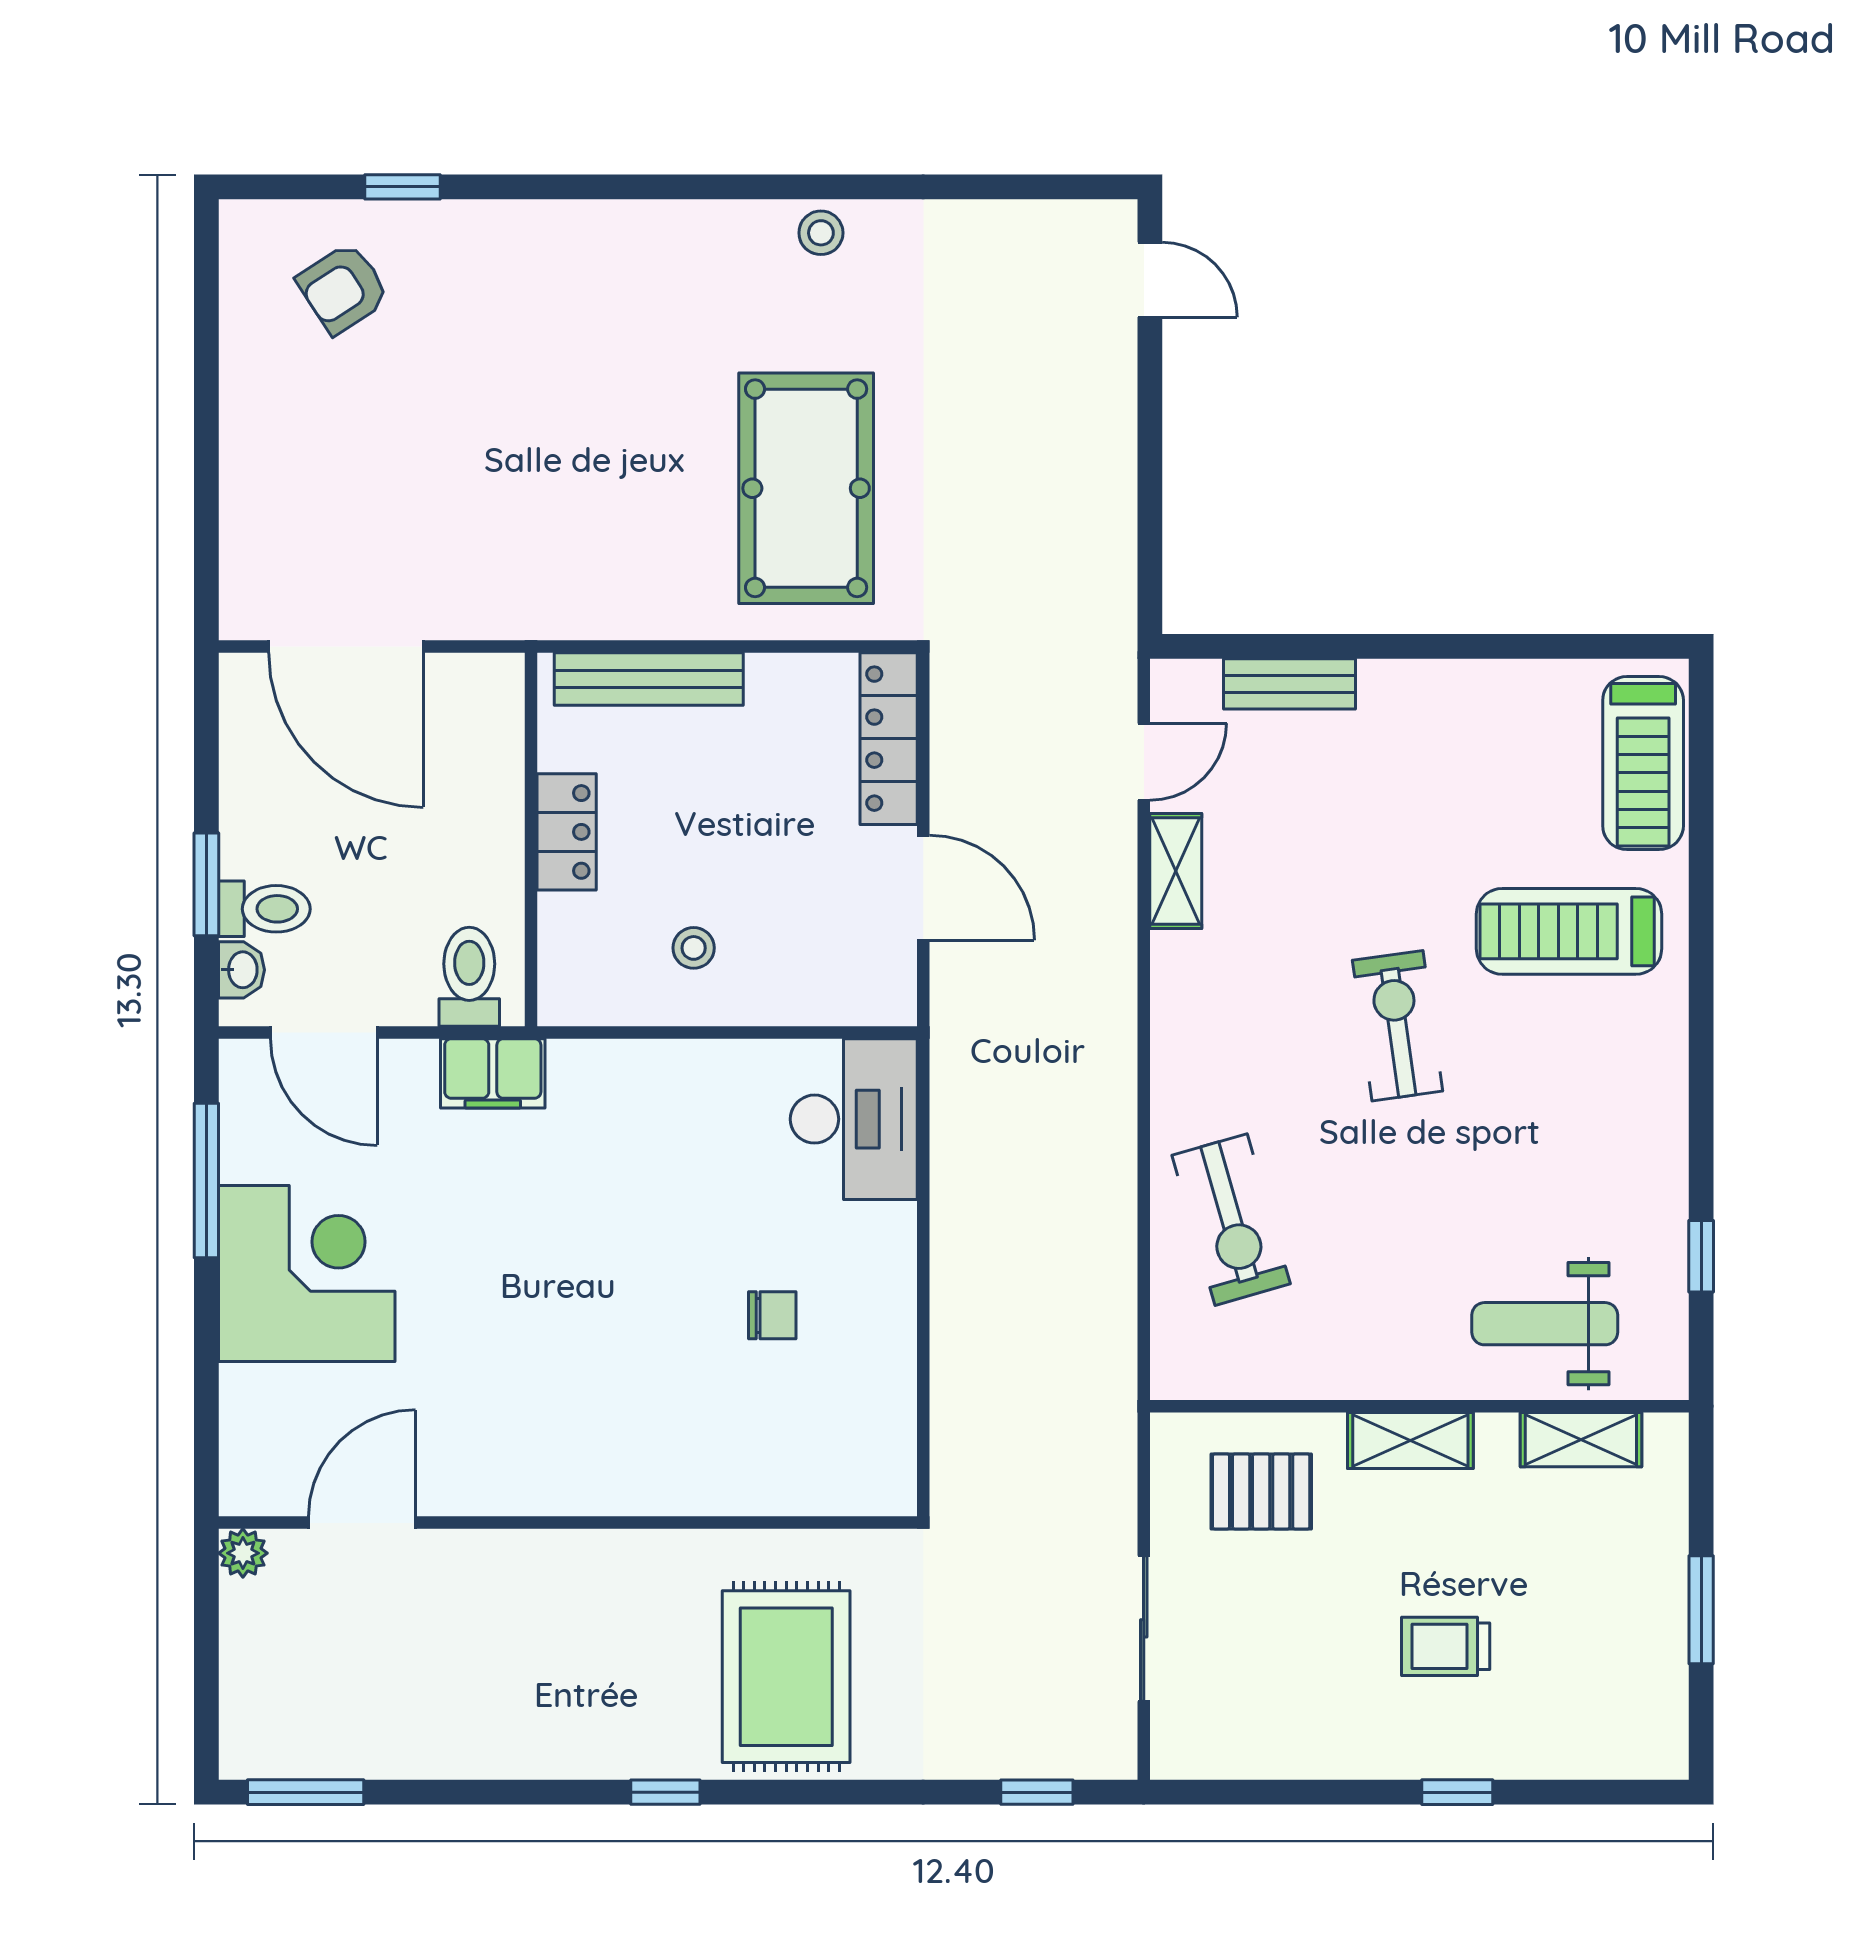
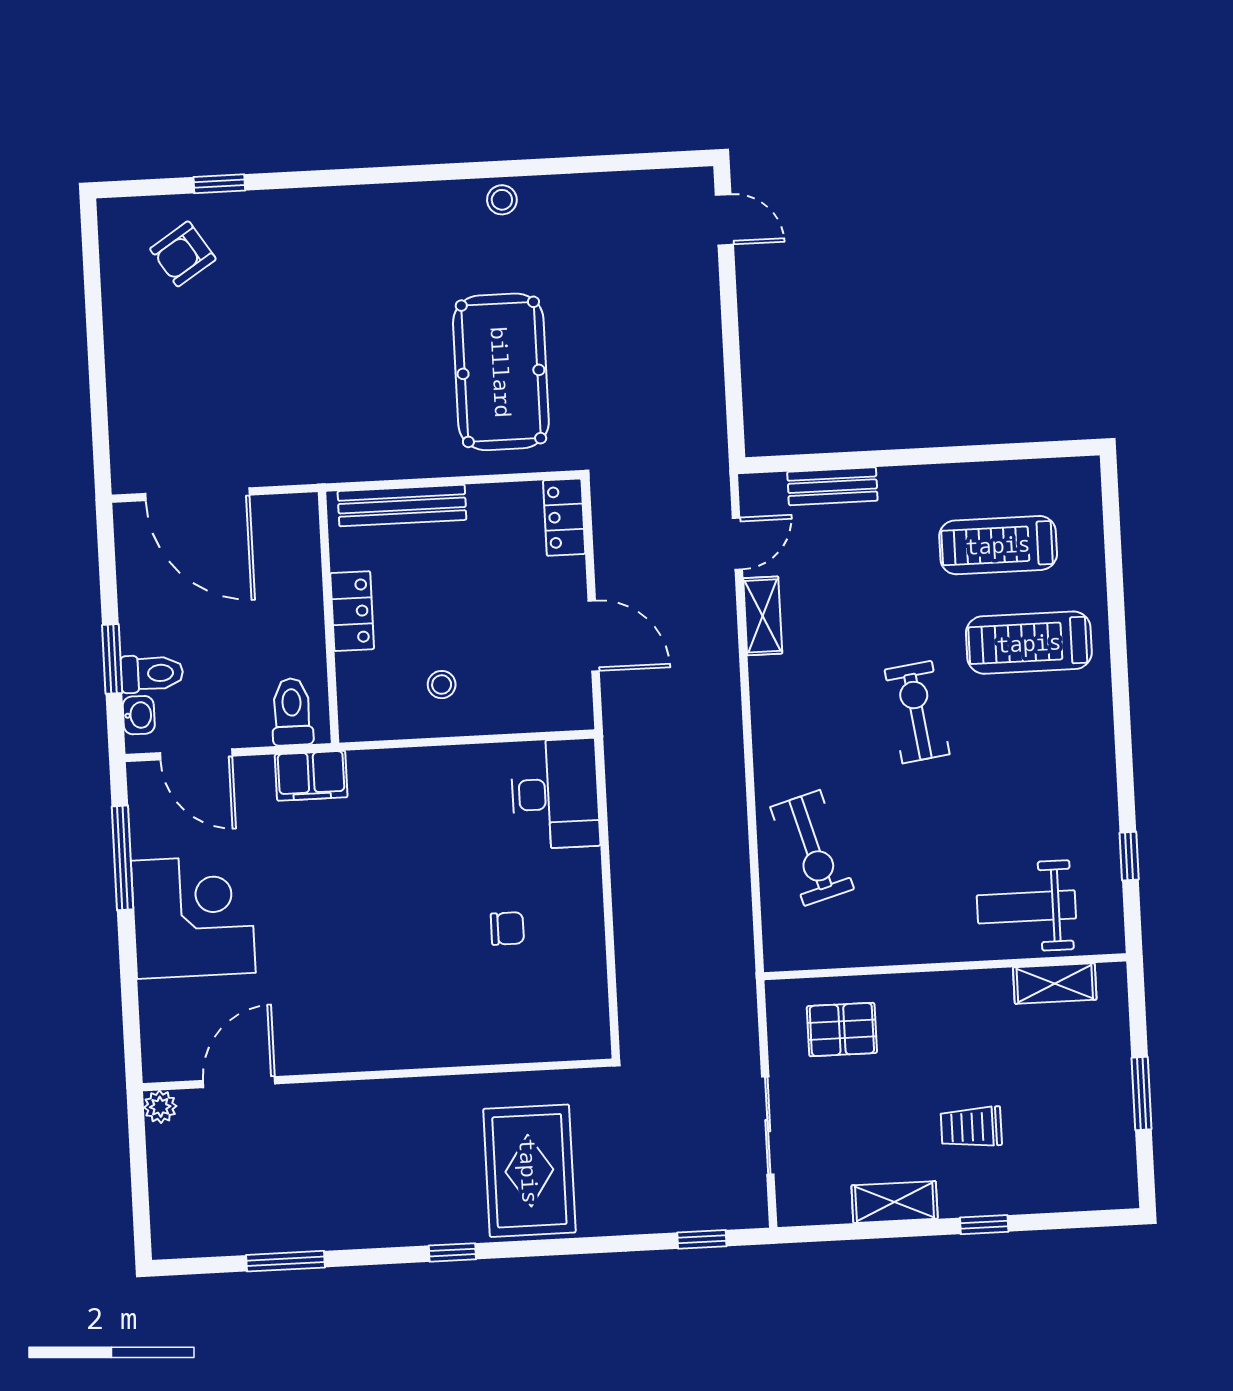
locker: (889, 739) -> (564, 517), width x0.66
treadmill: (1643, 763) -> (998, 545), moved, turned 90
shelving: (1410, 1440) -> (895, 1202), moved
window: (306, 1792) -> (286, 1261), moved

